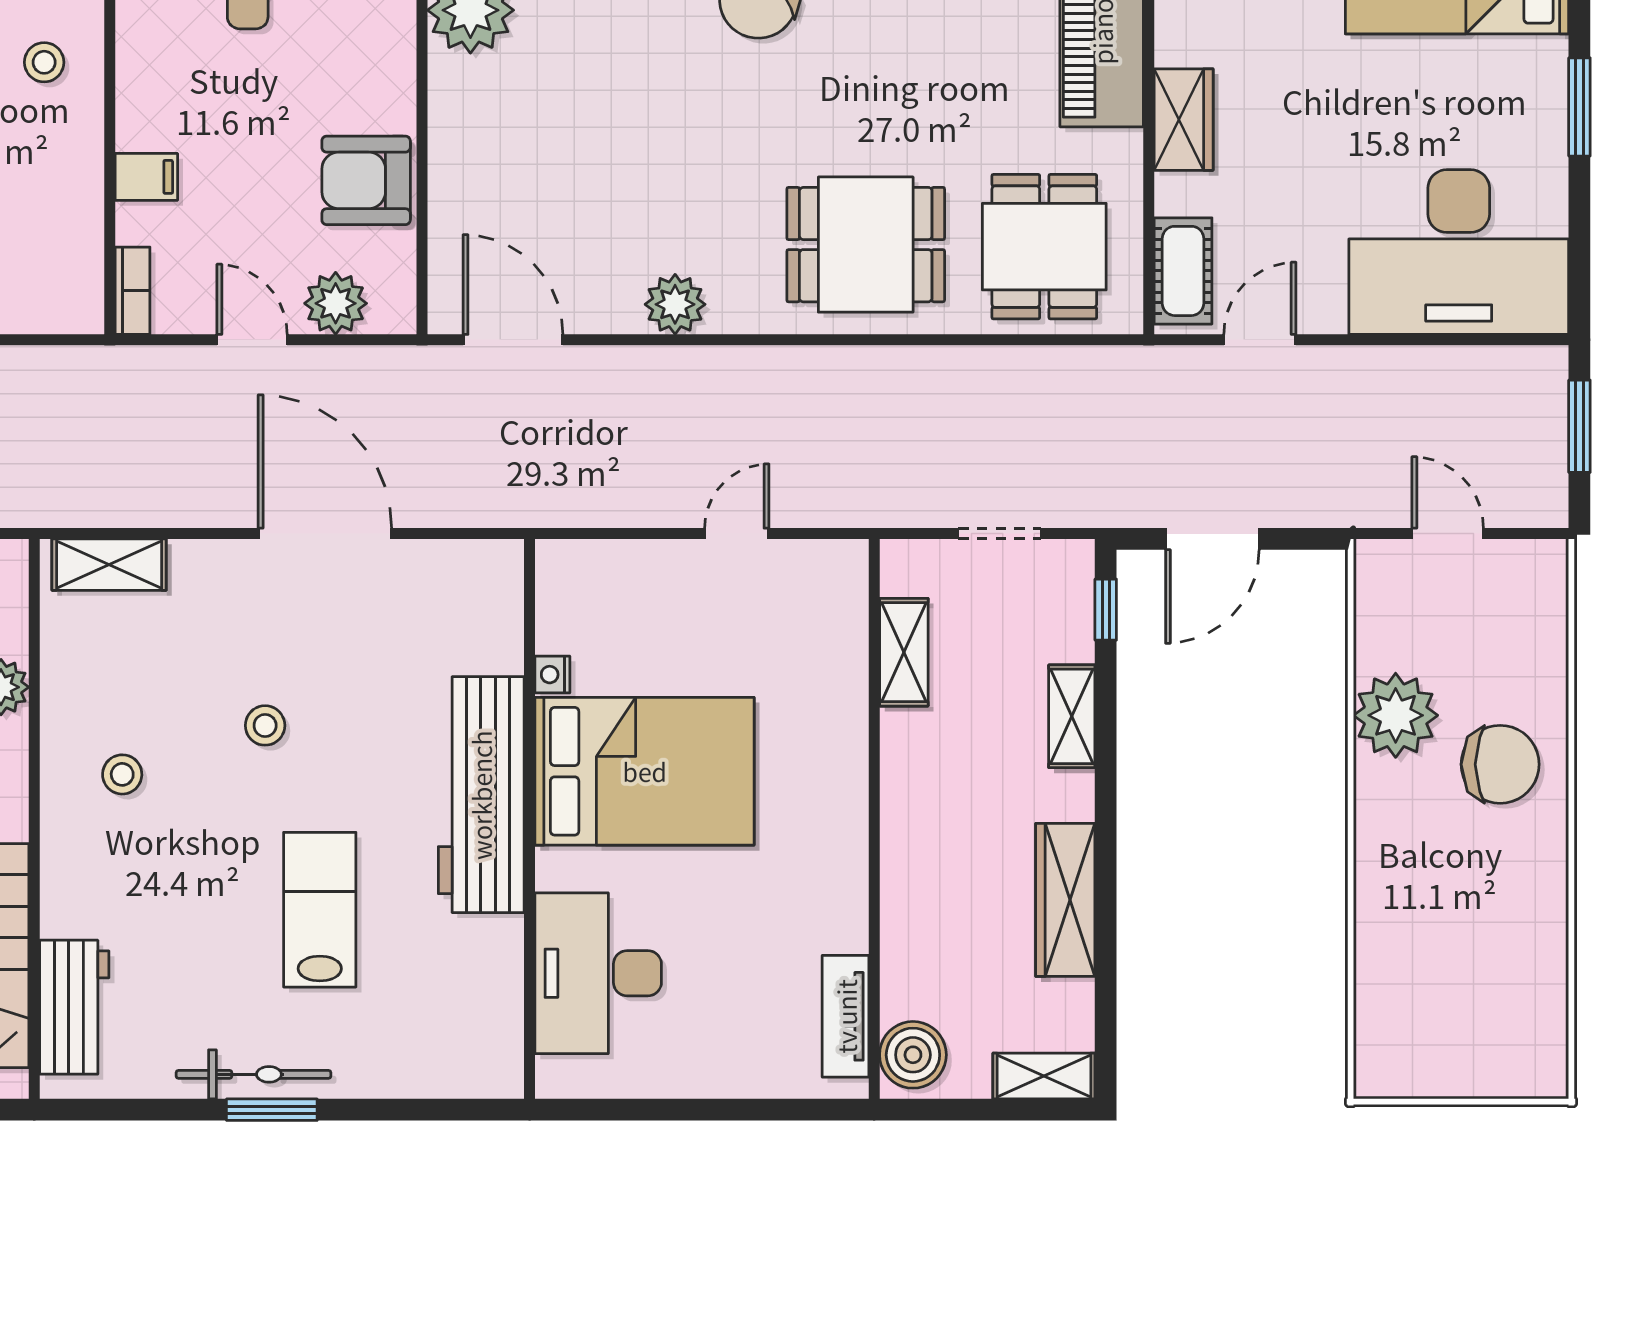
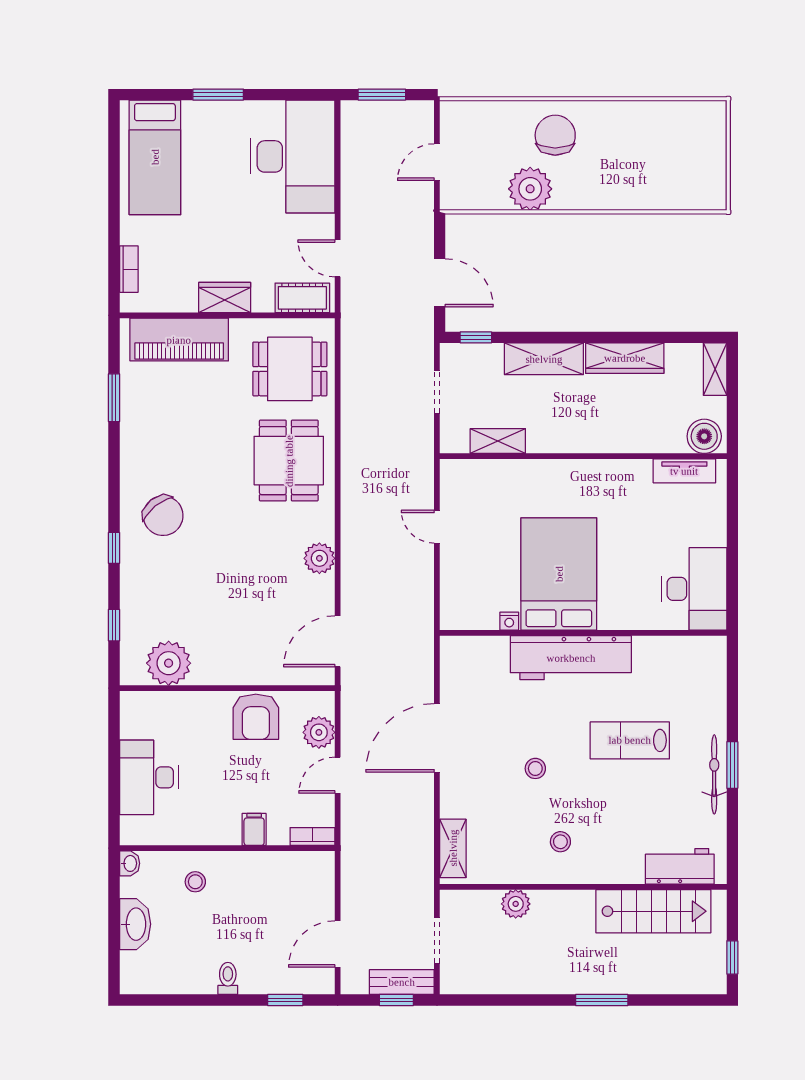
shelving: (1072, 716) -> (544, 359), width x1.50, depth x1.33
desk: (598, 973) -> (694, 589), moved, turned -90

